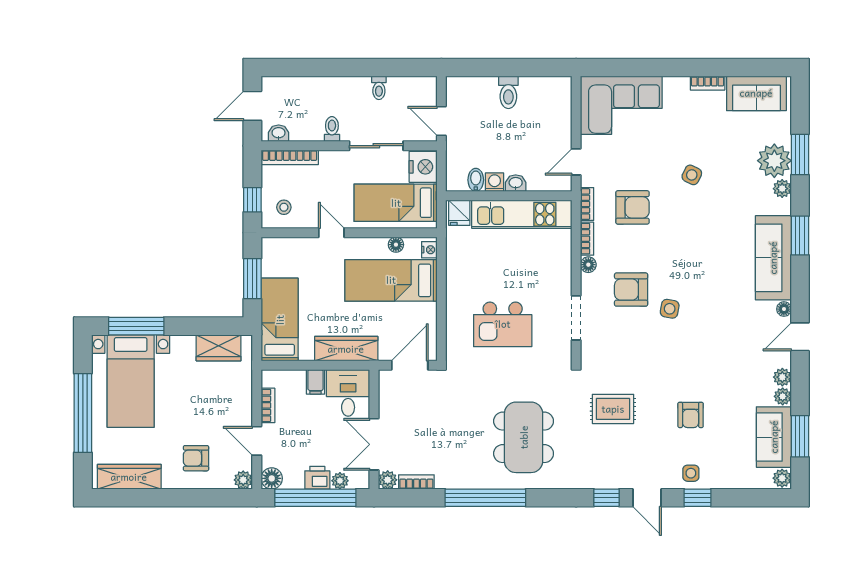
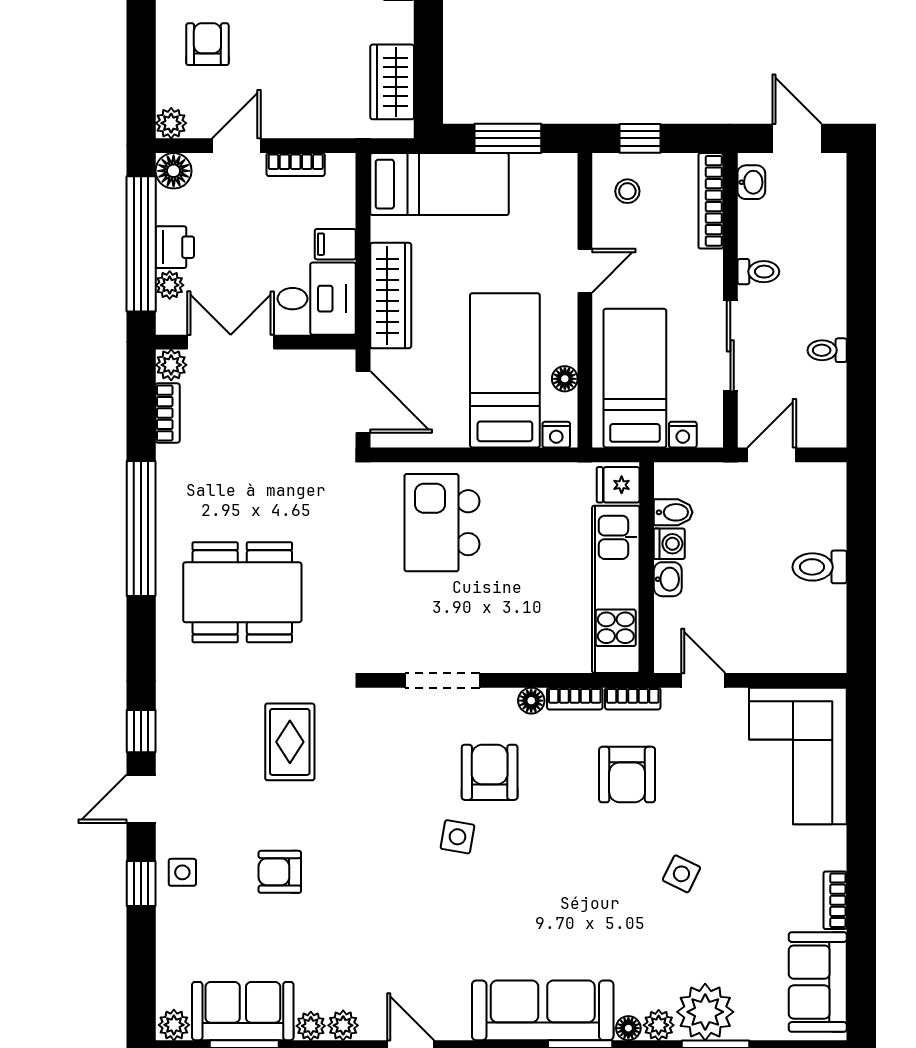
nightstand: (423, 167) -> (683, 435), width x0.53, depth x0.56
floor lamp: (784, 309) -> (628, 1028), moved
kitchen island: (503, 324) -> (442, 523), moved

